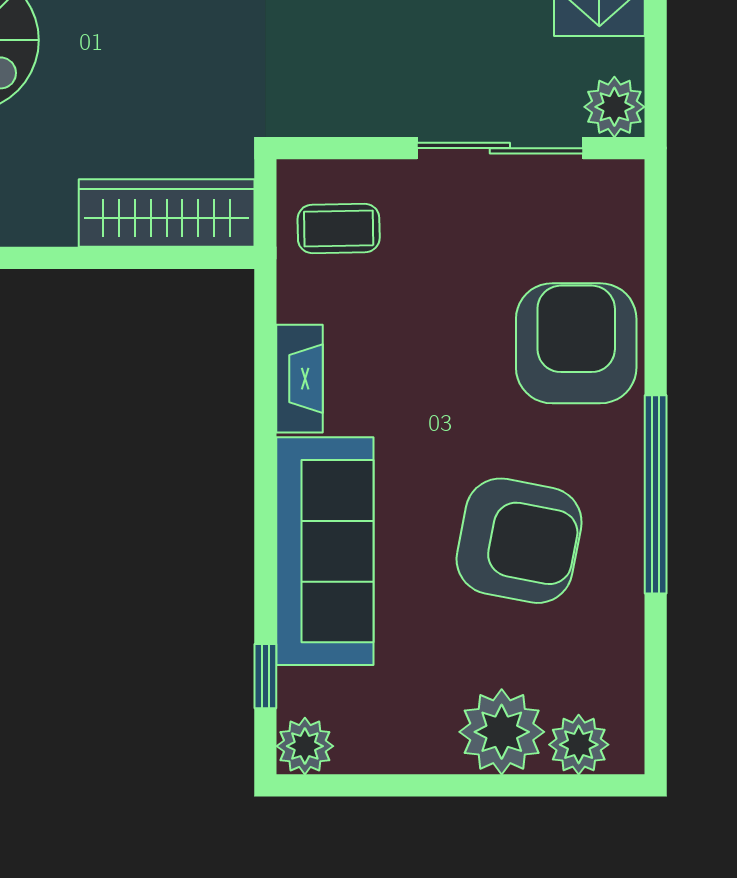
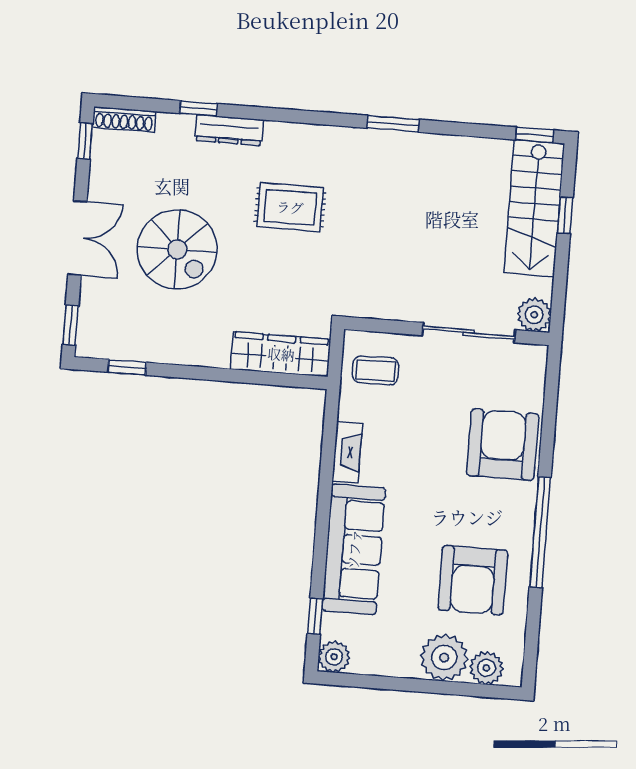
armchair: (519, 541) -> (473, 580), moved, turned 79

